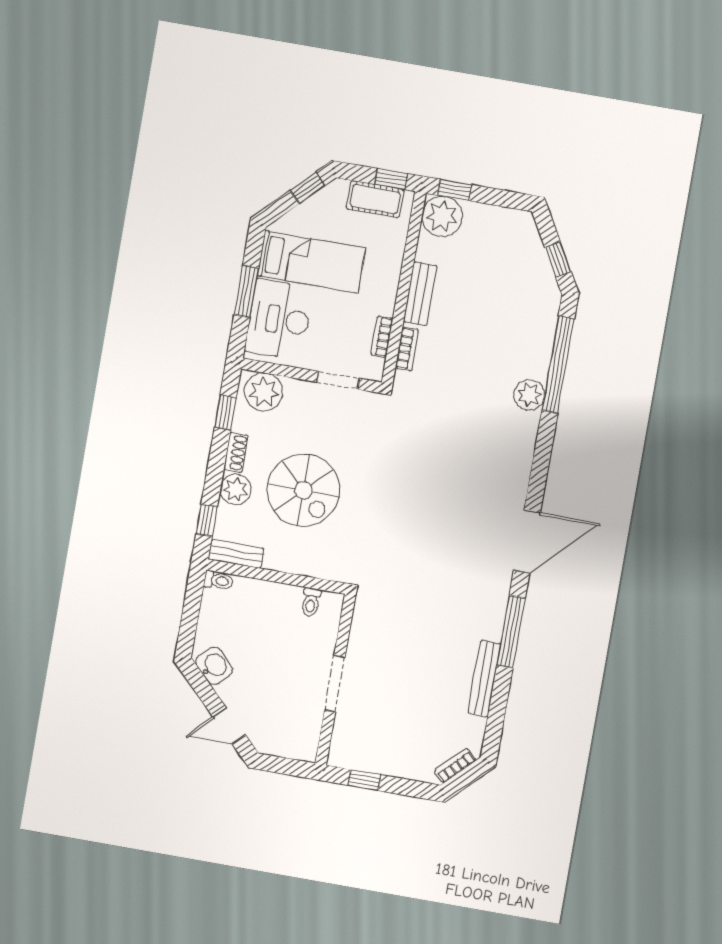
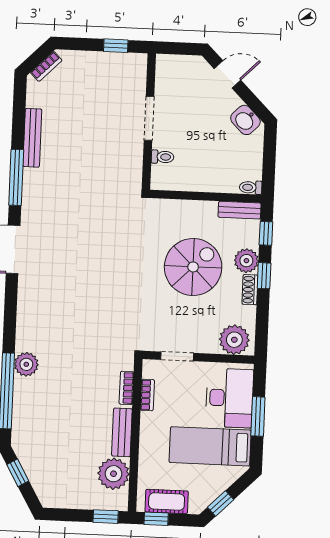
plant: (442, 216) -> (114, 474), moved
window: (225, 412) -> (264, 276), moved
spiral stairs: (304, 490) -> (193, 267), turned 90
toilet: (311, 602) -> (163, 157), moved, turned 90

